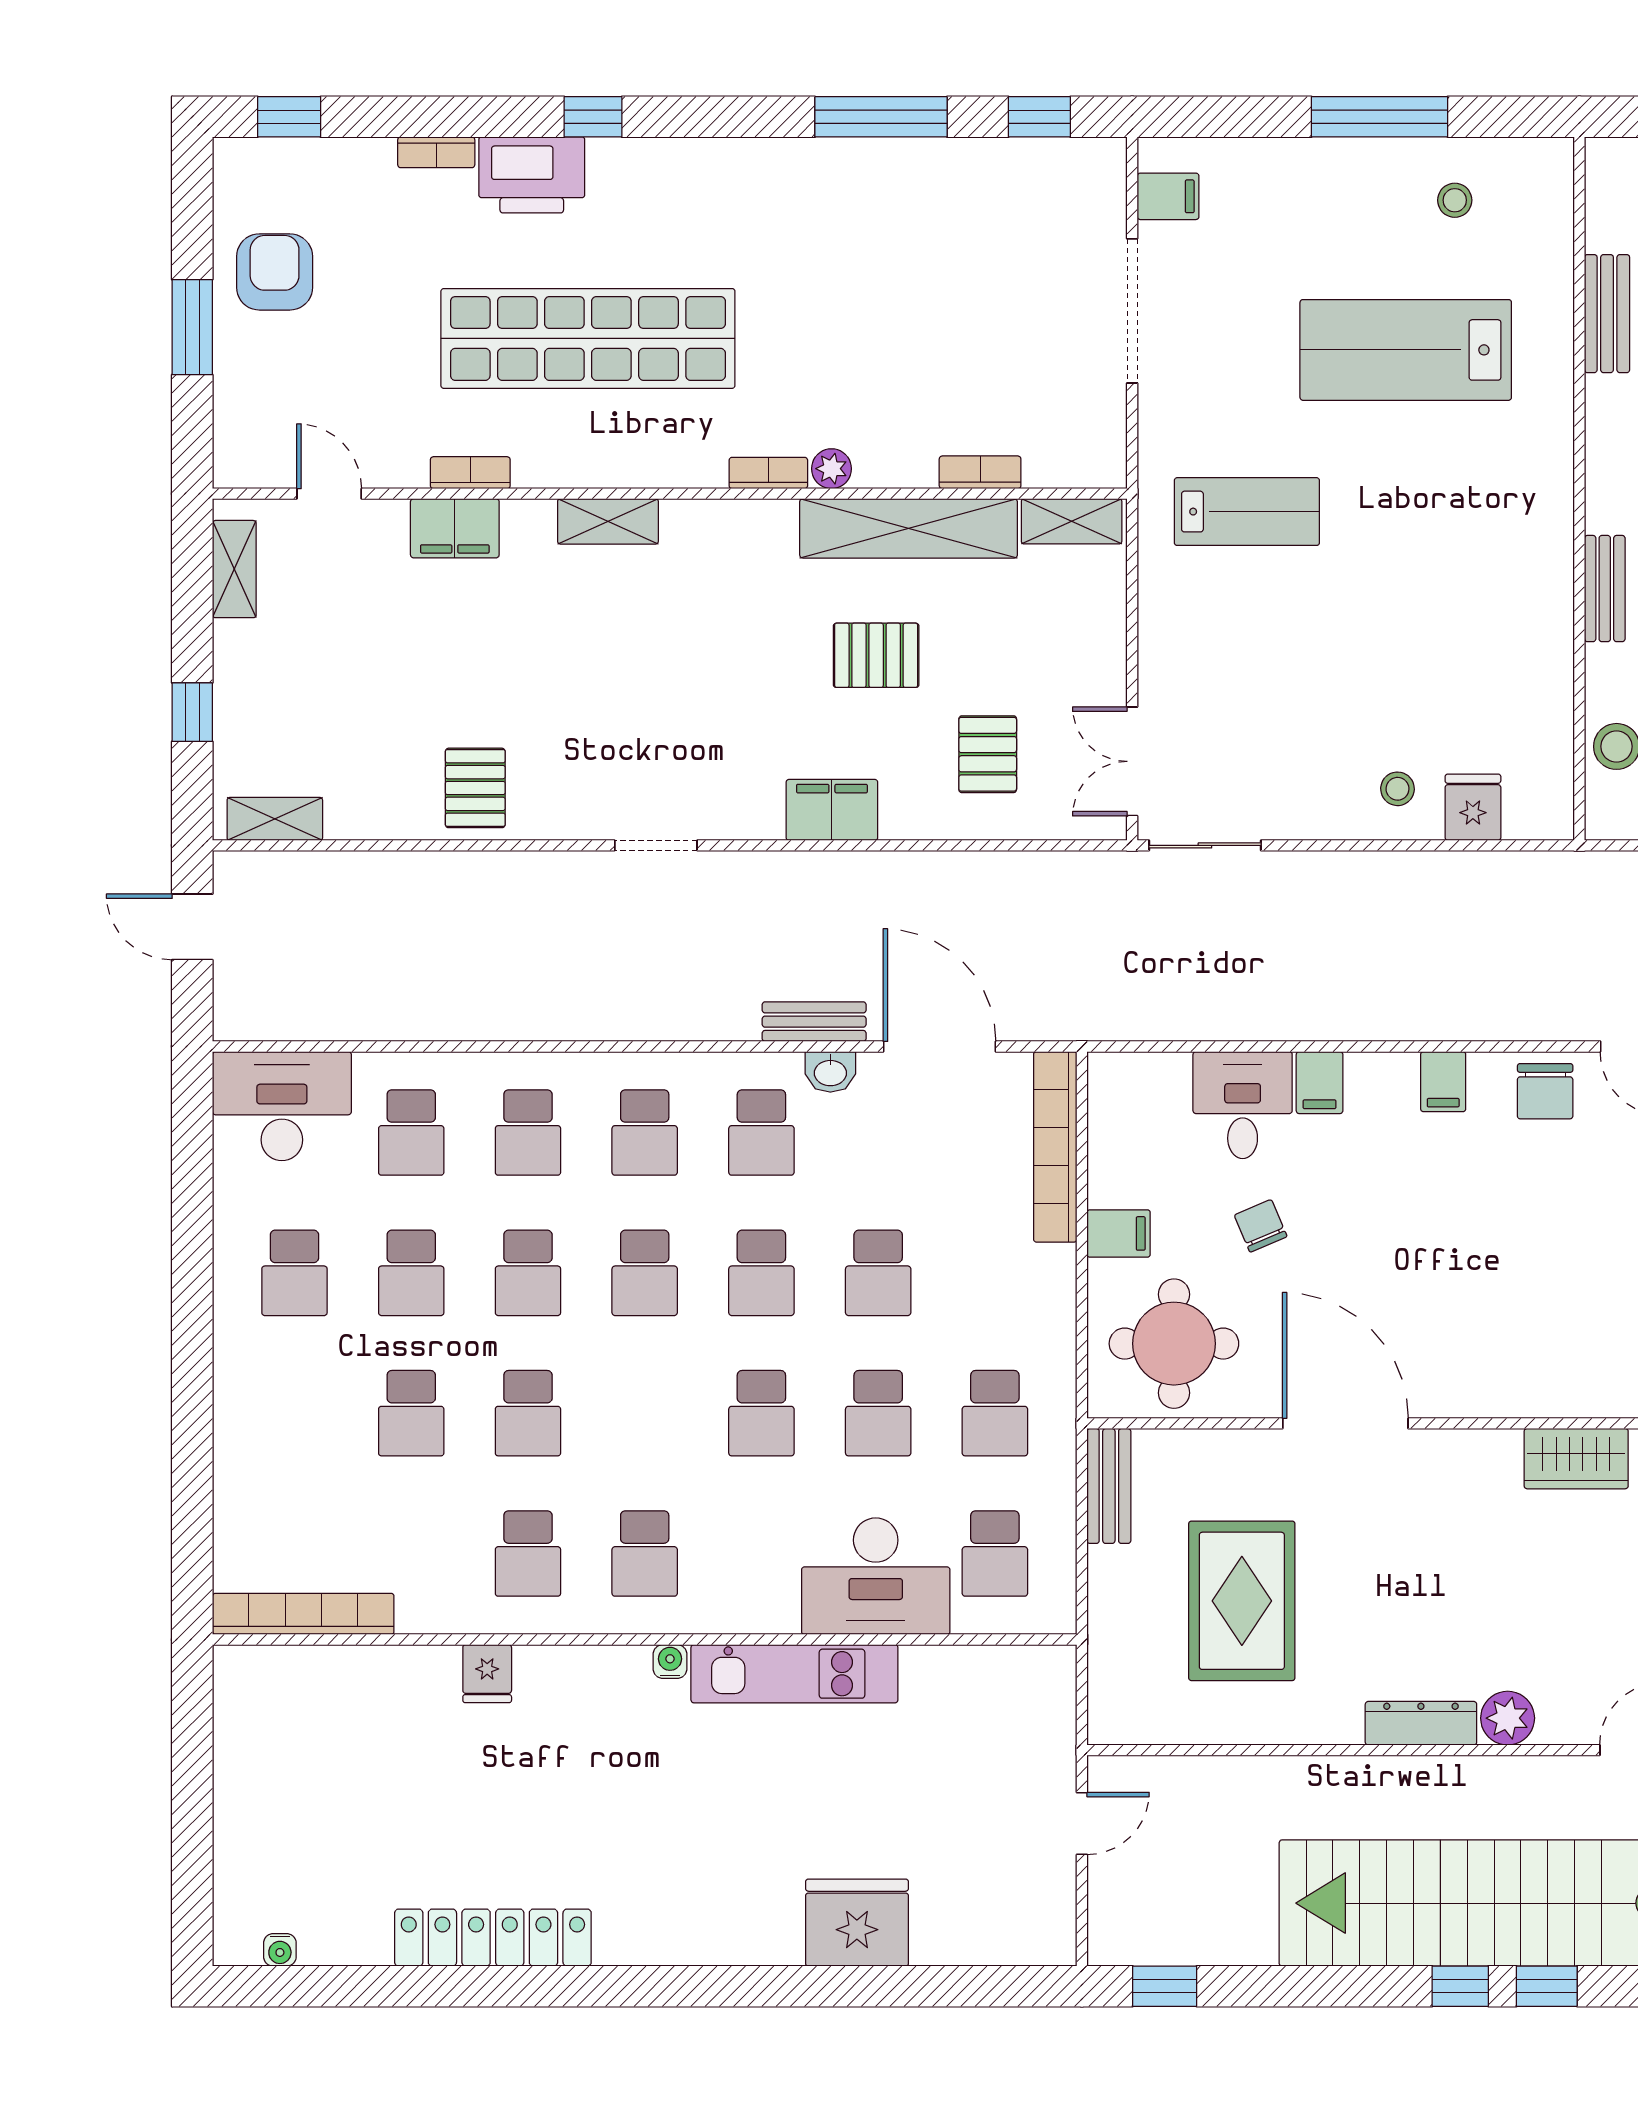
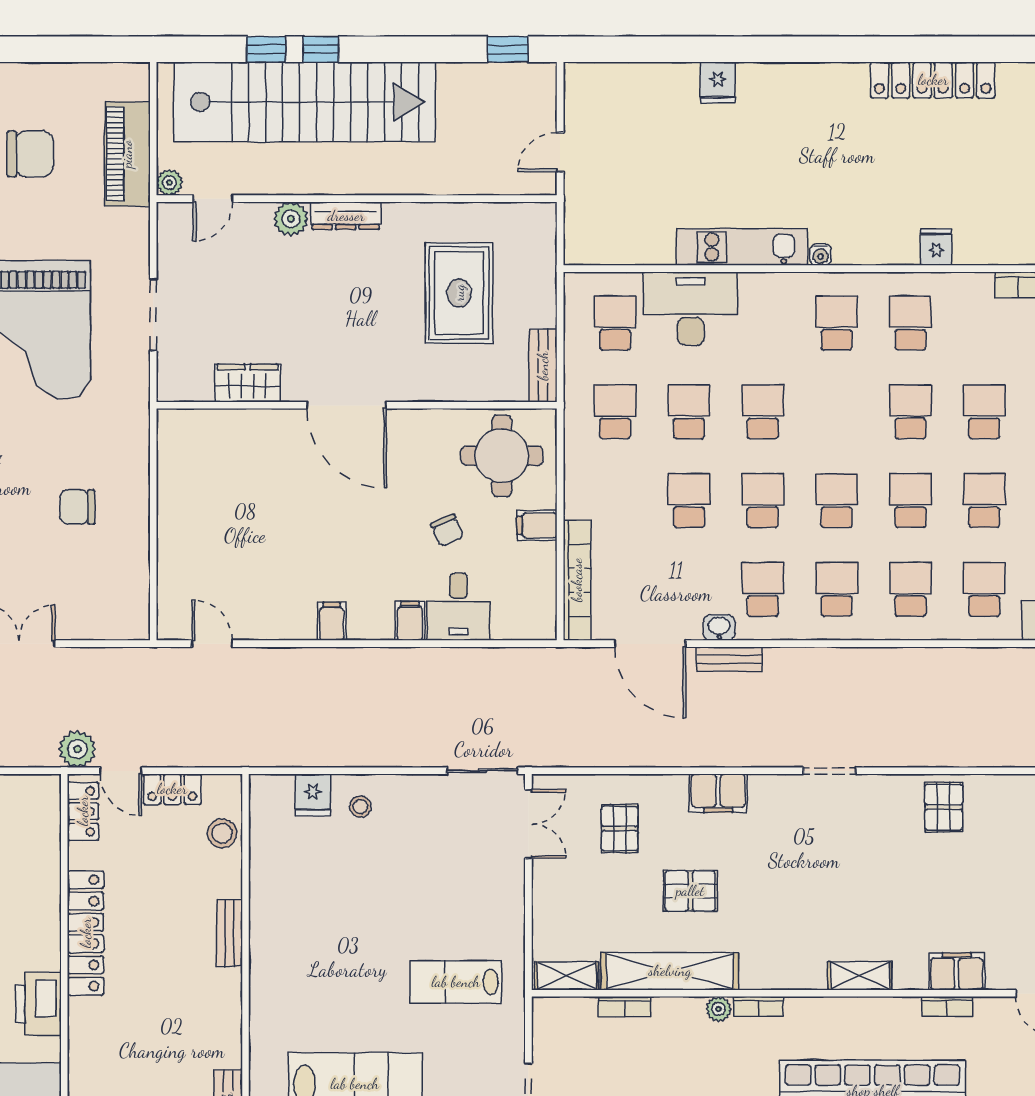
chair: (1545, 1091) -> (267, 615), removed
door: (1345, 1423) -> (347, 405), moved
fridge: (857, 1923) -> (718, 83), width x0.53, depth x0.75

